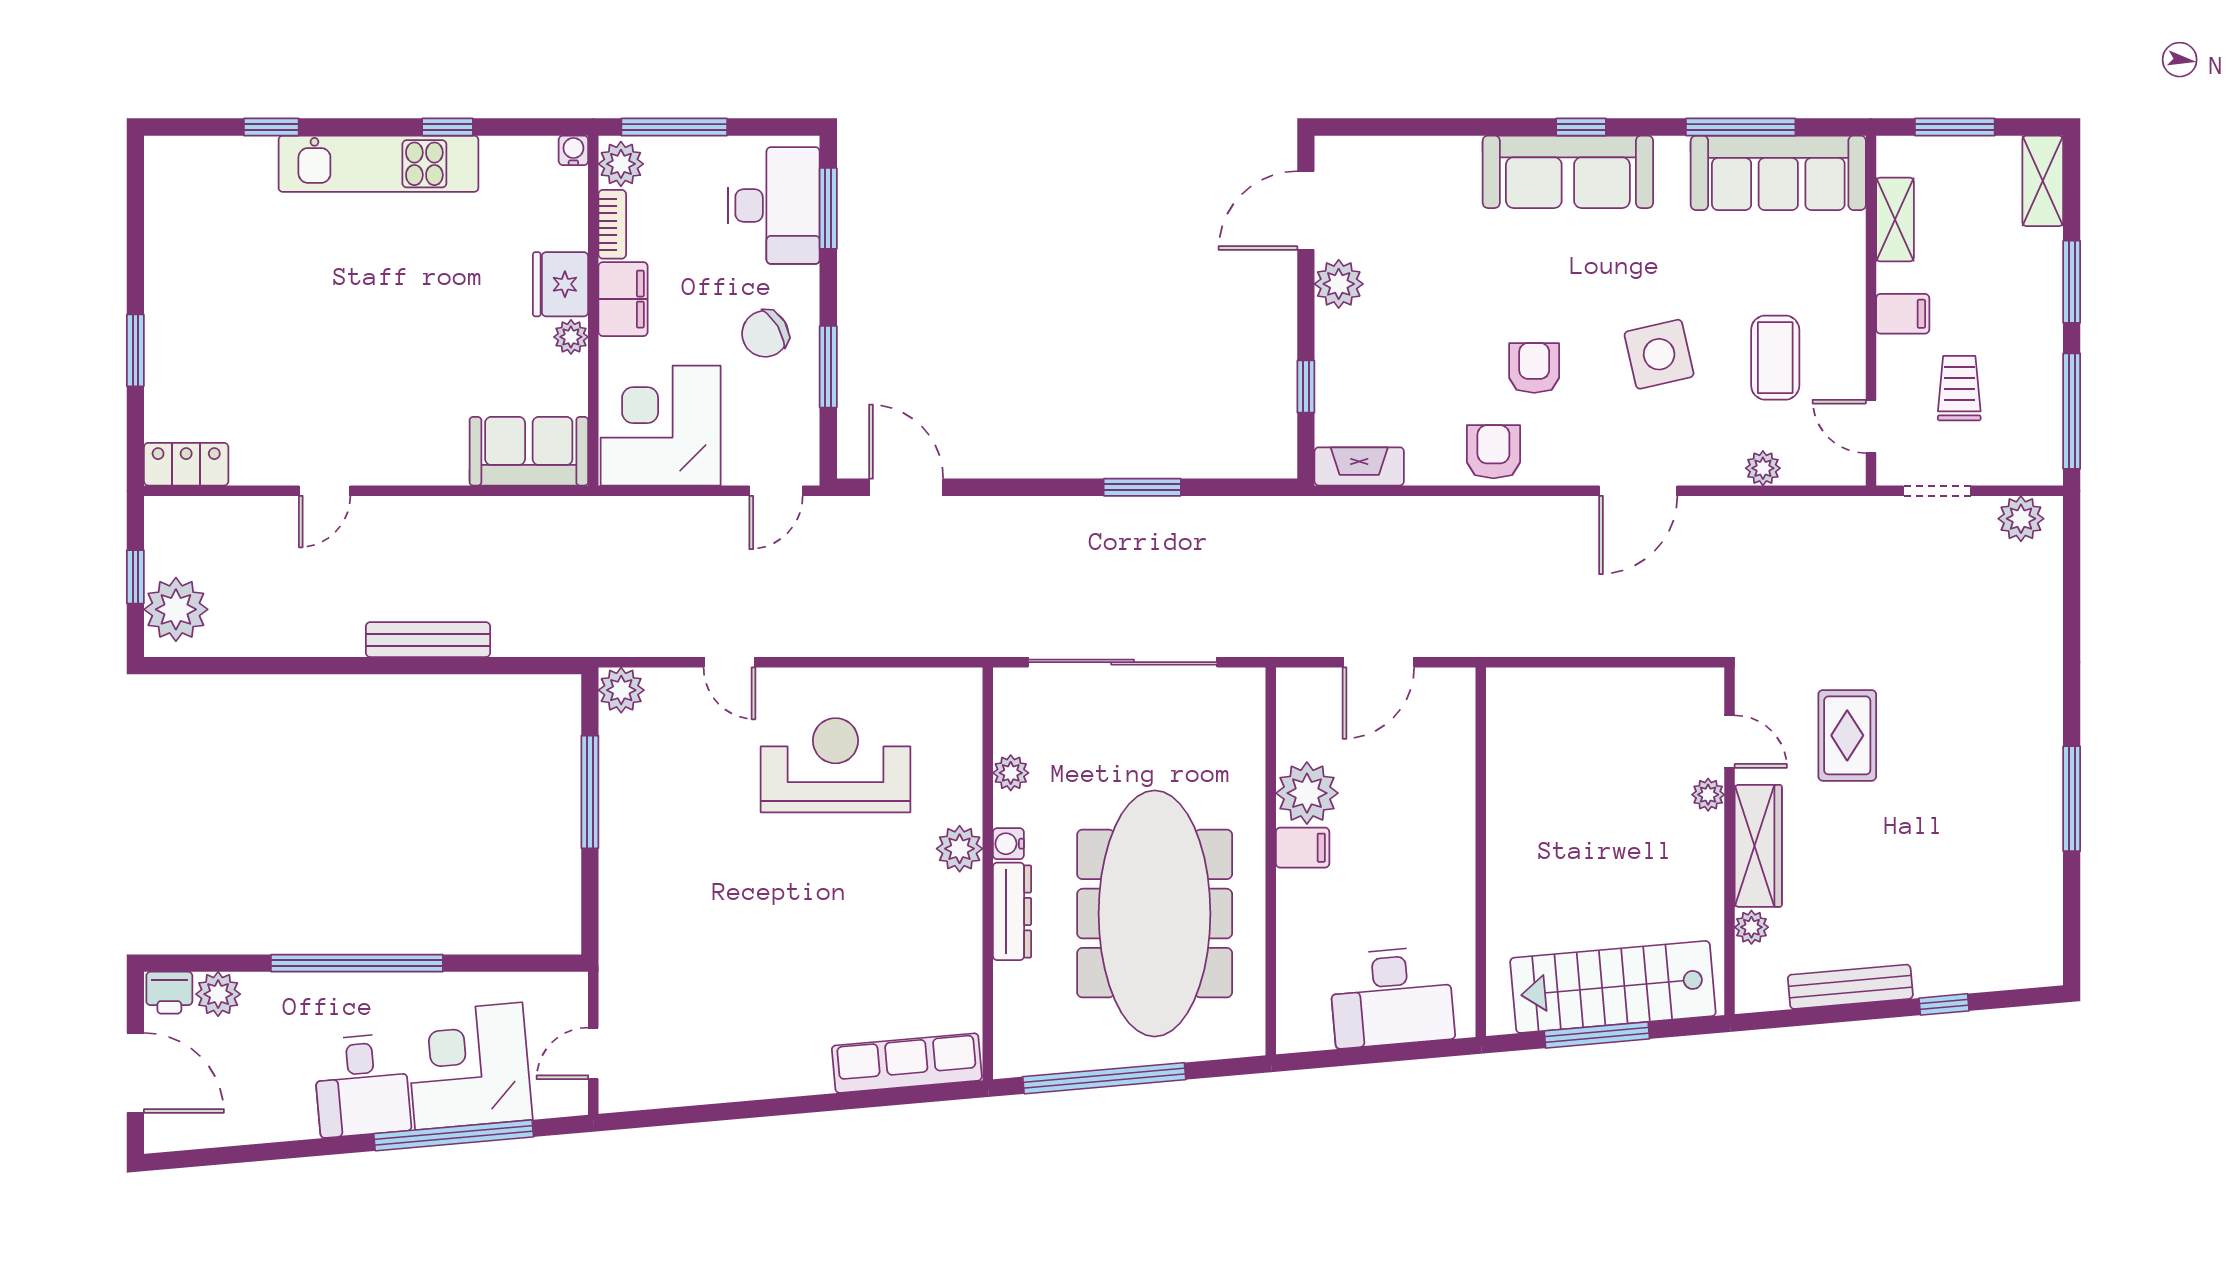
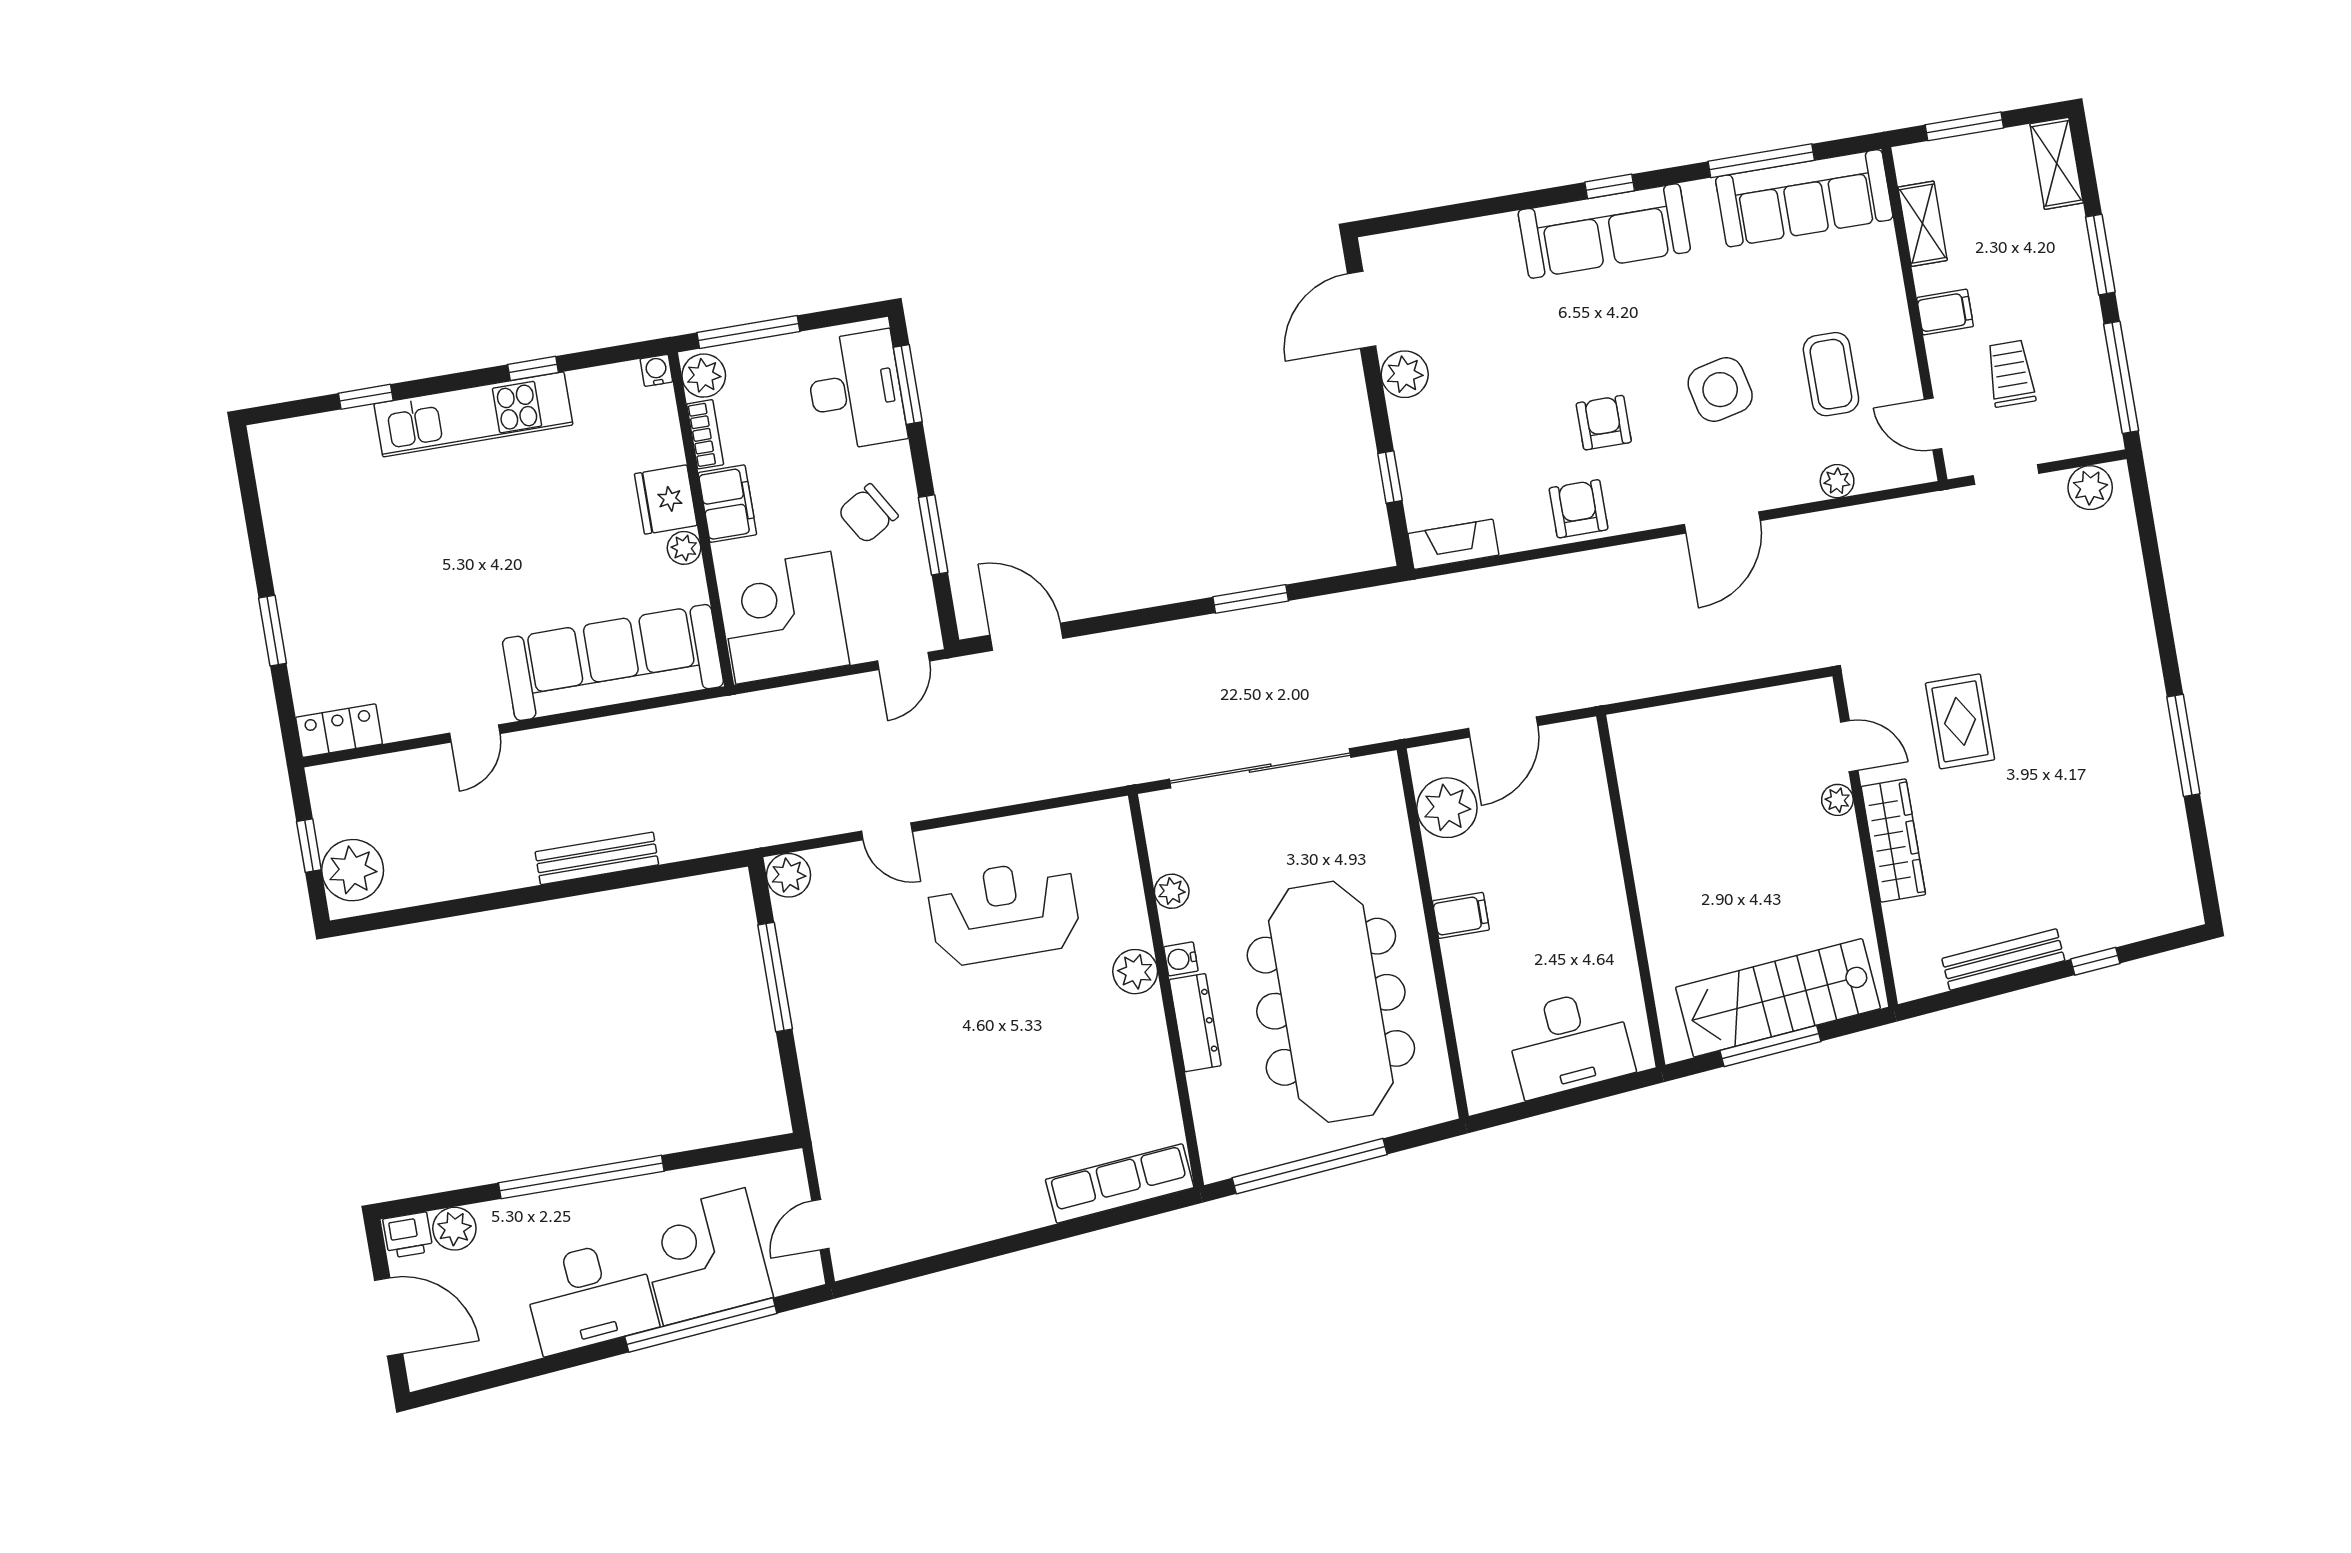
sofa: (529, 451) -> (613, 662), width x1.85, depth x1.27
plant: (1307, 793) -> (1447, 808), moved
plant: (1751, 927) -> (1900, 919), removed
desk: (362, 1085) -> (590, 1296), width x1.37

